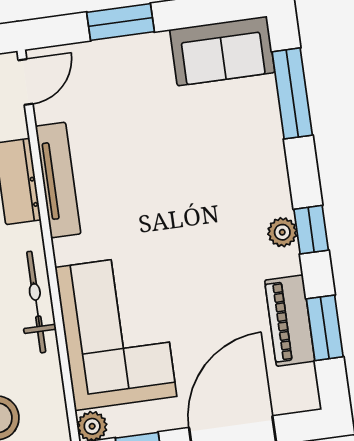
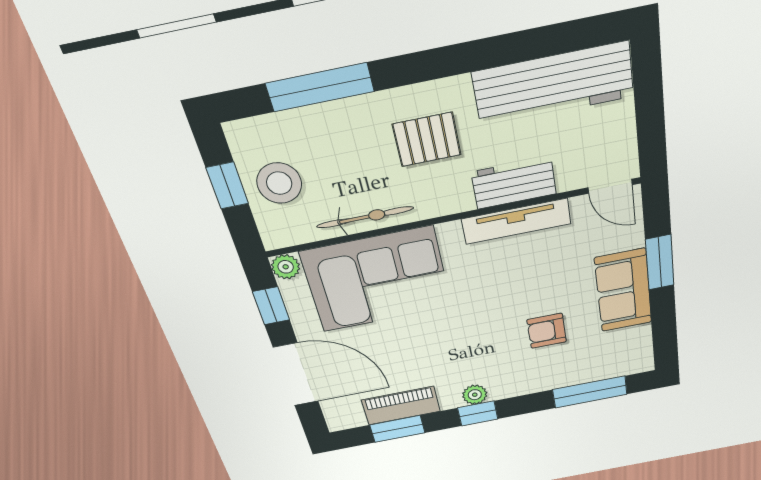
sofa: (222, 51) -> (623, 291), moved
armchair: (199, 147) -> (547, 331), added
bicycle: (36, 302) -> (365, 217), moved

